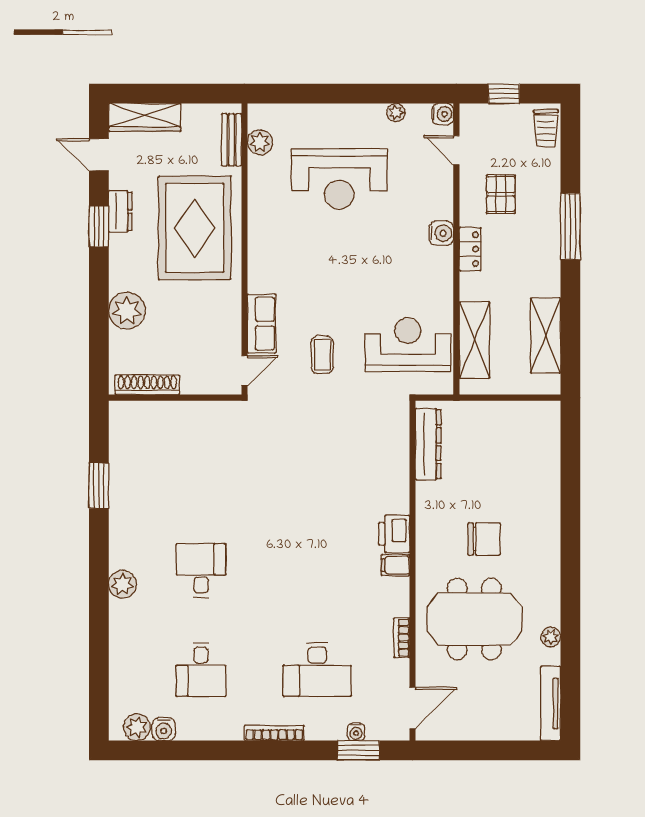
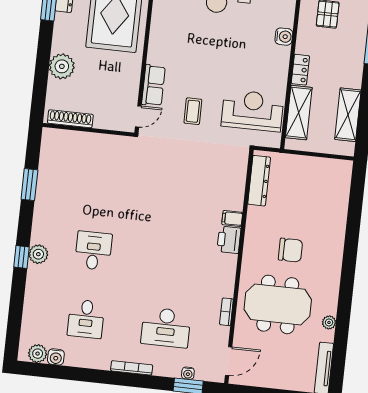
locker: (470, 249) -> (300, 70), moved
filing cabinet: (395, 565) -> (232, 218), moved
window: (99, 591) -> (22, 257), added

